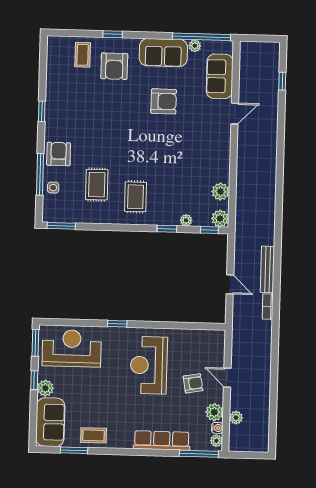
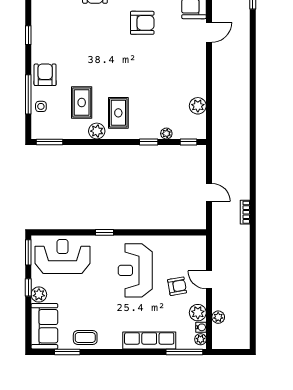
plant: (220, 219) -> (97, 131), moved
bench: (267, 269) -> (244, 177), removed

